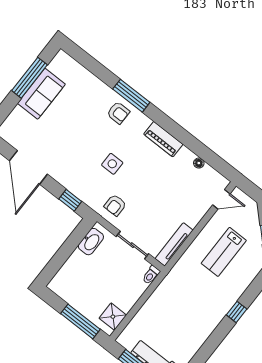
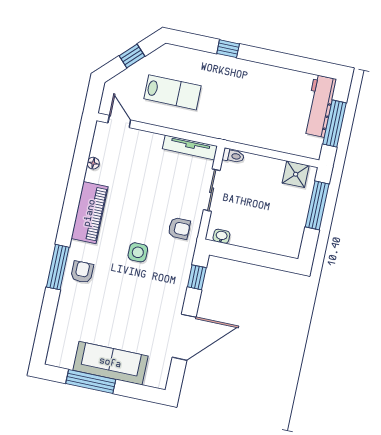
sofa: (41, 94) -> (110, 363), width x1.36
piano: (163, 139) -> (90, 213), width x1.37, depth x1.33
washbasin: (91, 242) -> (221, 236), width x0.52, depth x0.69

